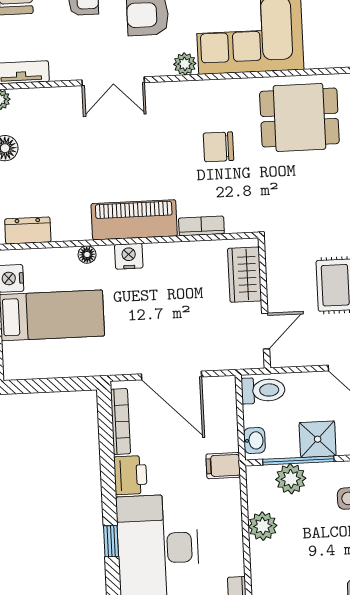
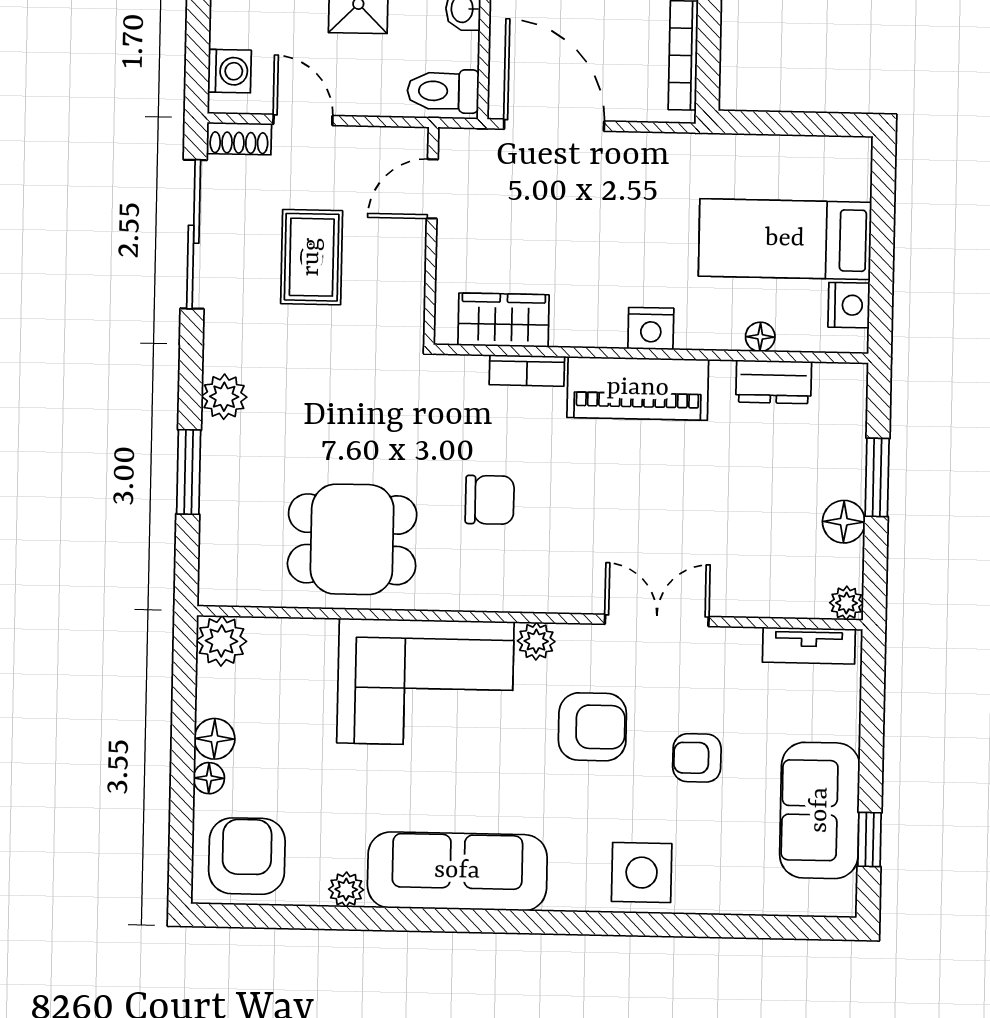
dresser: (28, 230) -> (774, 382), moved
floor lamp: (87, 255) -> (760, 337), moved
wardrobe: (245, 275) -> (503, 320), moved, turned -90
door: (171, 375) -> (554, 125), moved

